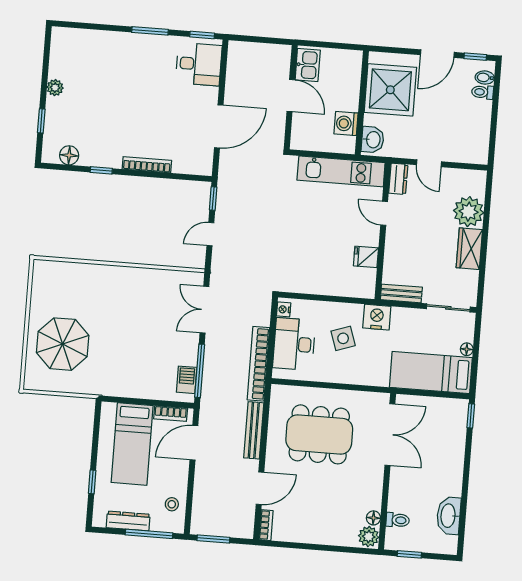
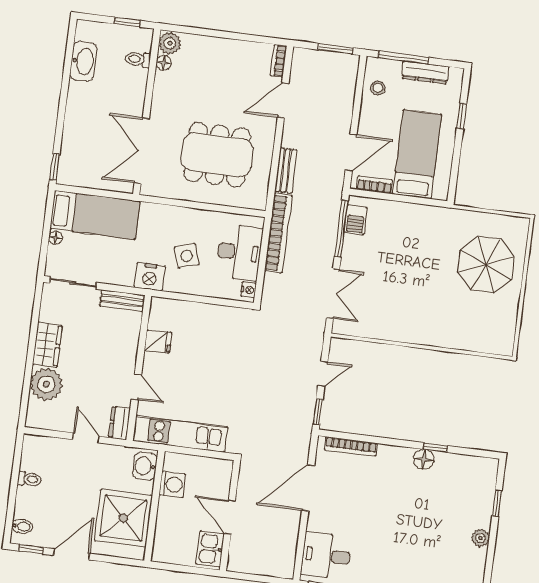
toilet: (483, 92) -> (29, 479), moved
floor lamp: (69, 155) -> (424, 459), moved
bookcase: (147, 165) -> (351, 446), moved
bench: (254, 430) -> (286, 170), width x0.73

